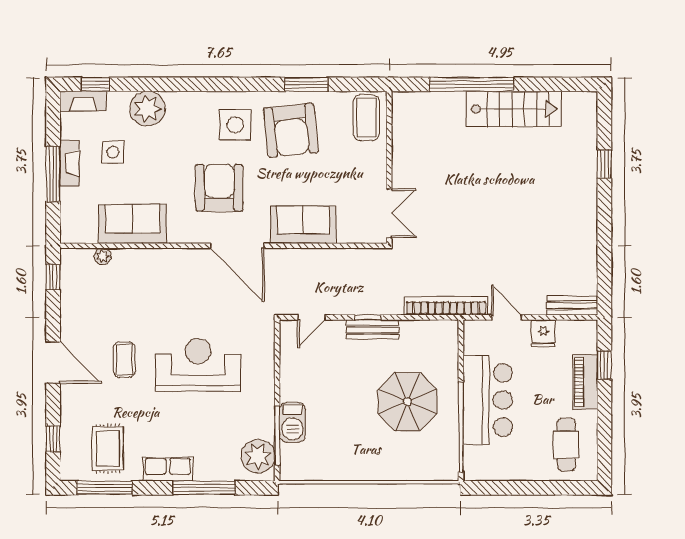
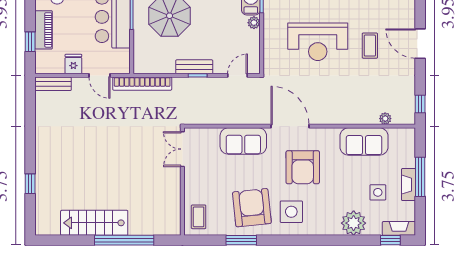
coffee table: (366, 118) -> (199, 217), width x0.73, depth x0.77
plant: (288, 392) -> (254, 23), added

